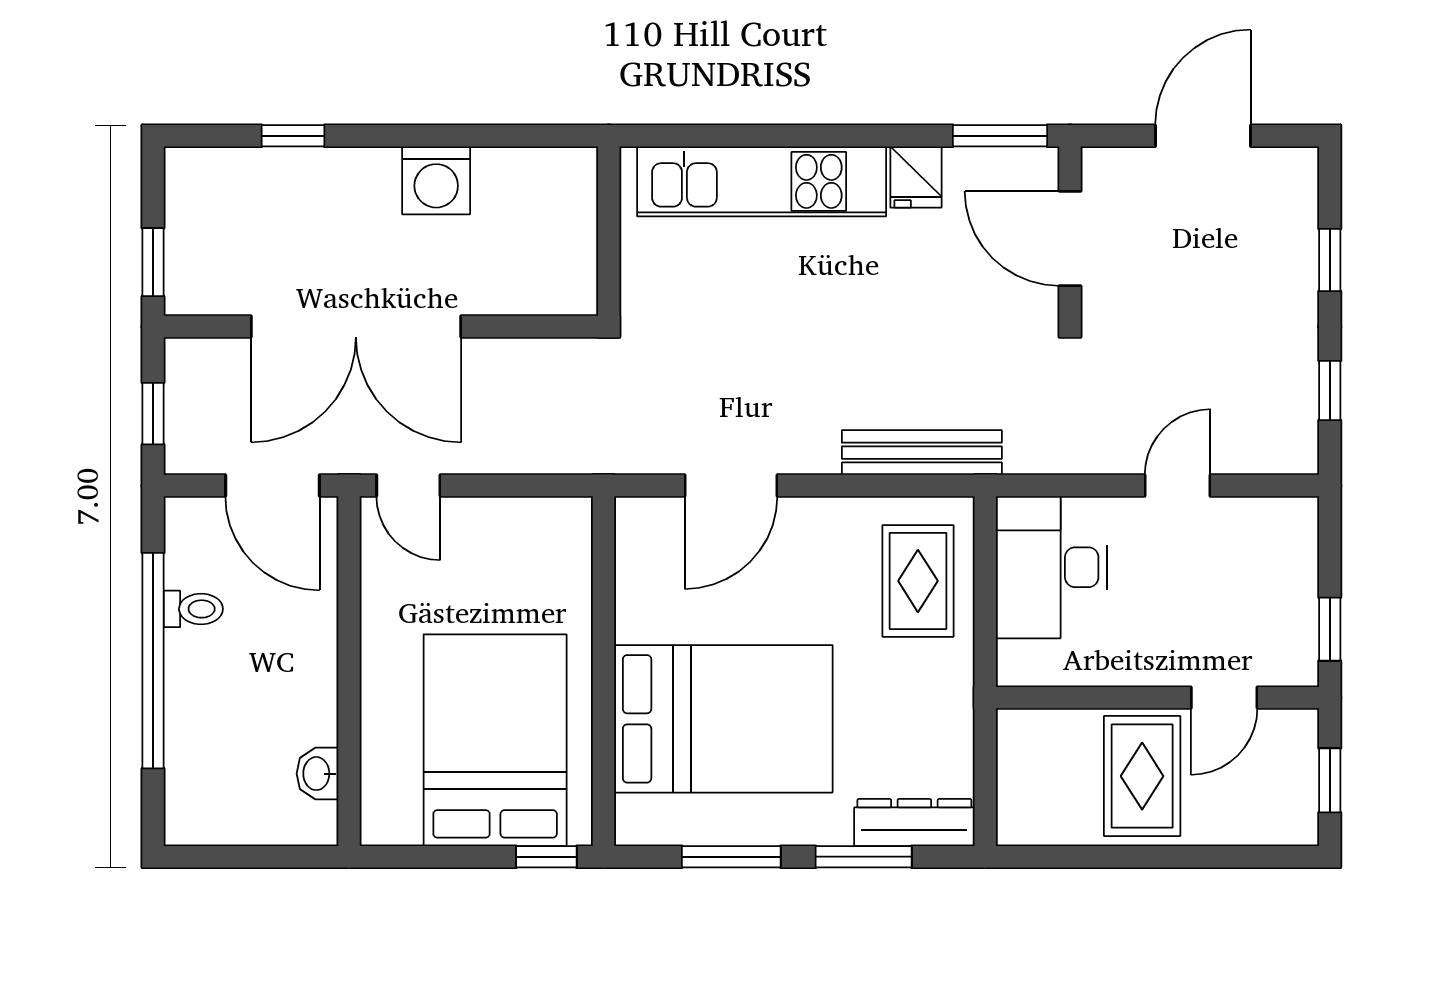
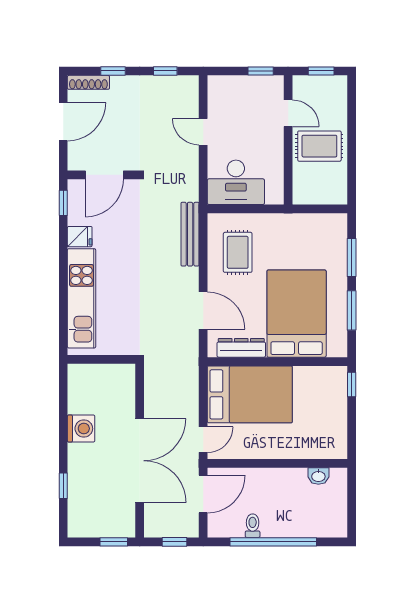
window: (1000, 136) -> (63, 203), width x0.67
door: (1203, 136) -> (63, 122), swing flipped
shoe rack: (1301, 199) -> (88, 82), added
rug: (918, 581) -> (238, 252), moved, turned 90
bed: (495, 740) -> (250, 394), moved, turned 180
dresser: (914, 823) -> (241, 348), moved, turned 90

